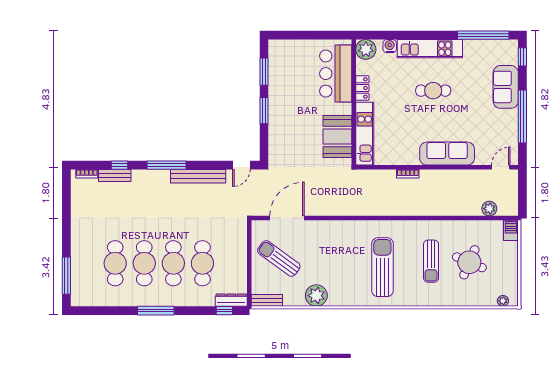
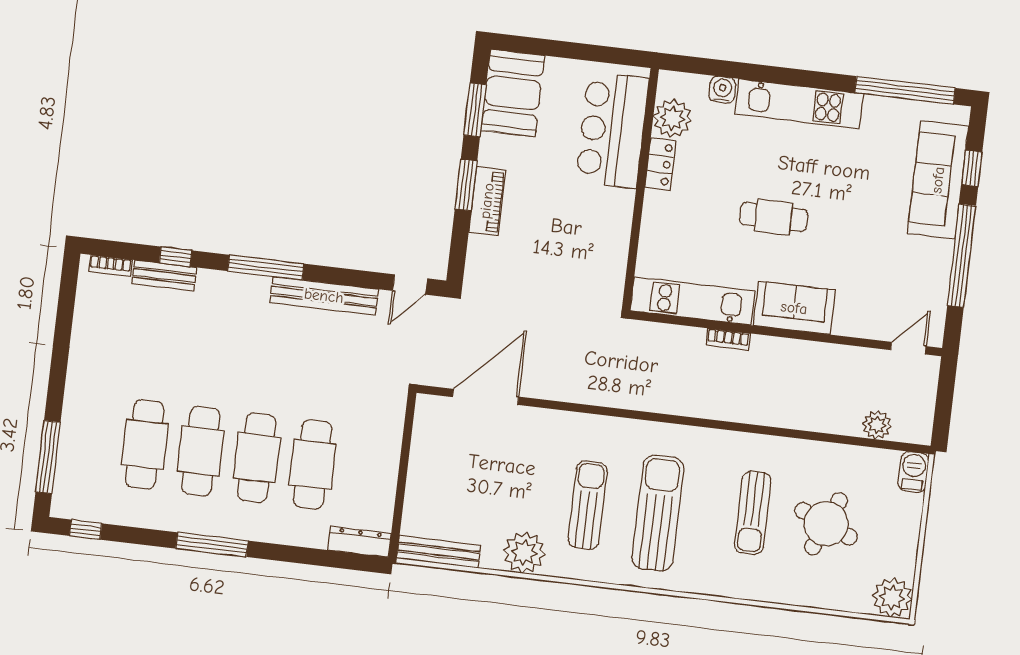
plant: (366, 49) -> (672, 118), moved
window: (522, 57) -> (972, 168), moved
sofa: (506, 87) -> (938, 180), width x1.36
cafe table: (433, 91) -> (774, 217), moved
piano: (276, 118) -> (487, 201), added
kitchen unit: (365, 134) -> (693, 301), moved, turned -90
booth: (337, 137) -> (513, 93), moved
sofa: (447, 154) -> (794, 308), width x0.73
sun lounger: (279, 258) -> (588, 505), moved, turned 54
bench: (267, 300) -> (439, 552), width x1.36
plant: (503, 301) -> (892, 597), width x1.87, depth x1.87
window: (224, 311) -> (86, 530), moved

